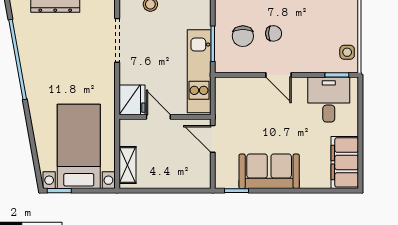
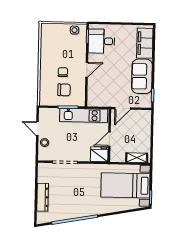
filing cabinet: (345, 162) -> (145, 43), moved, turned 90

